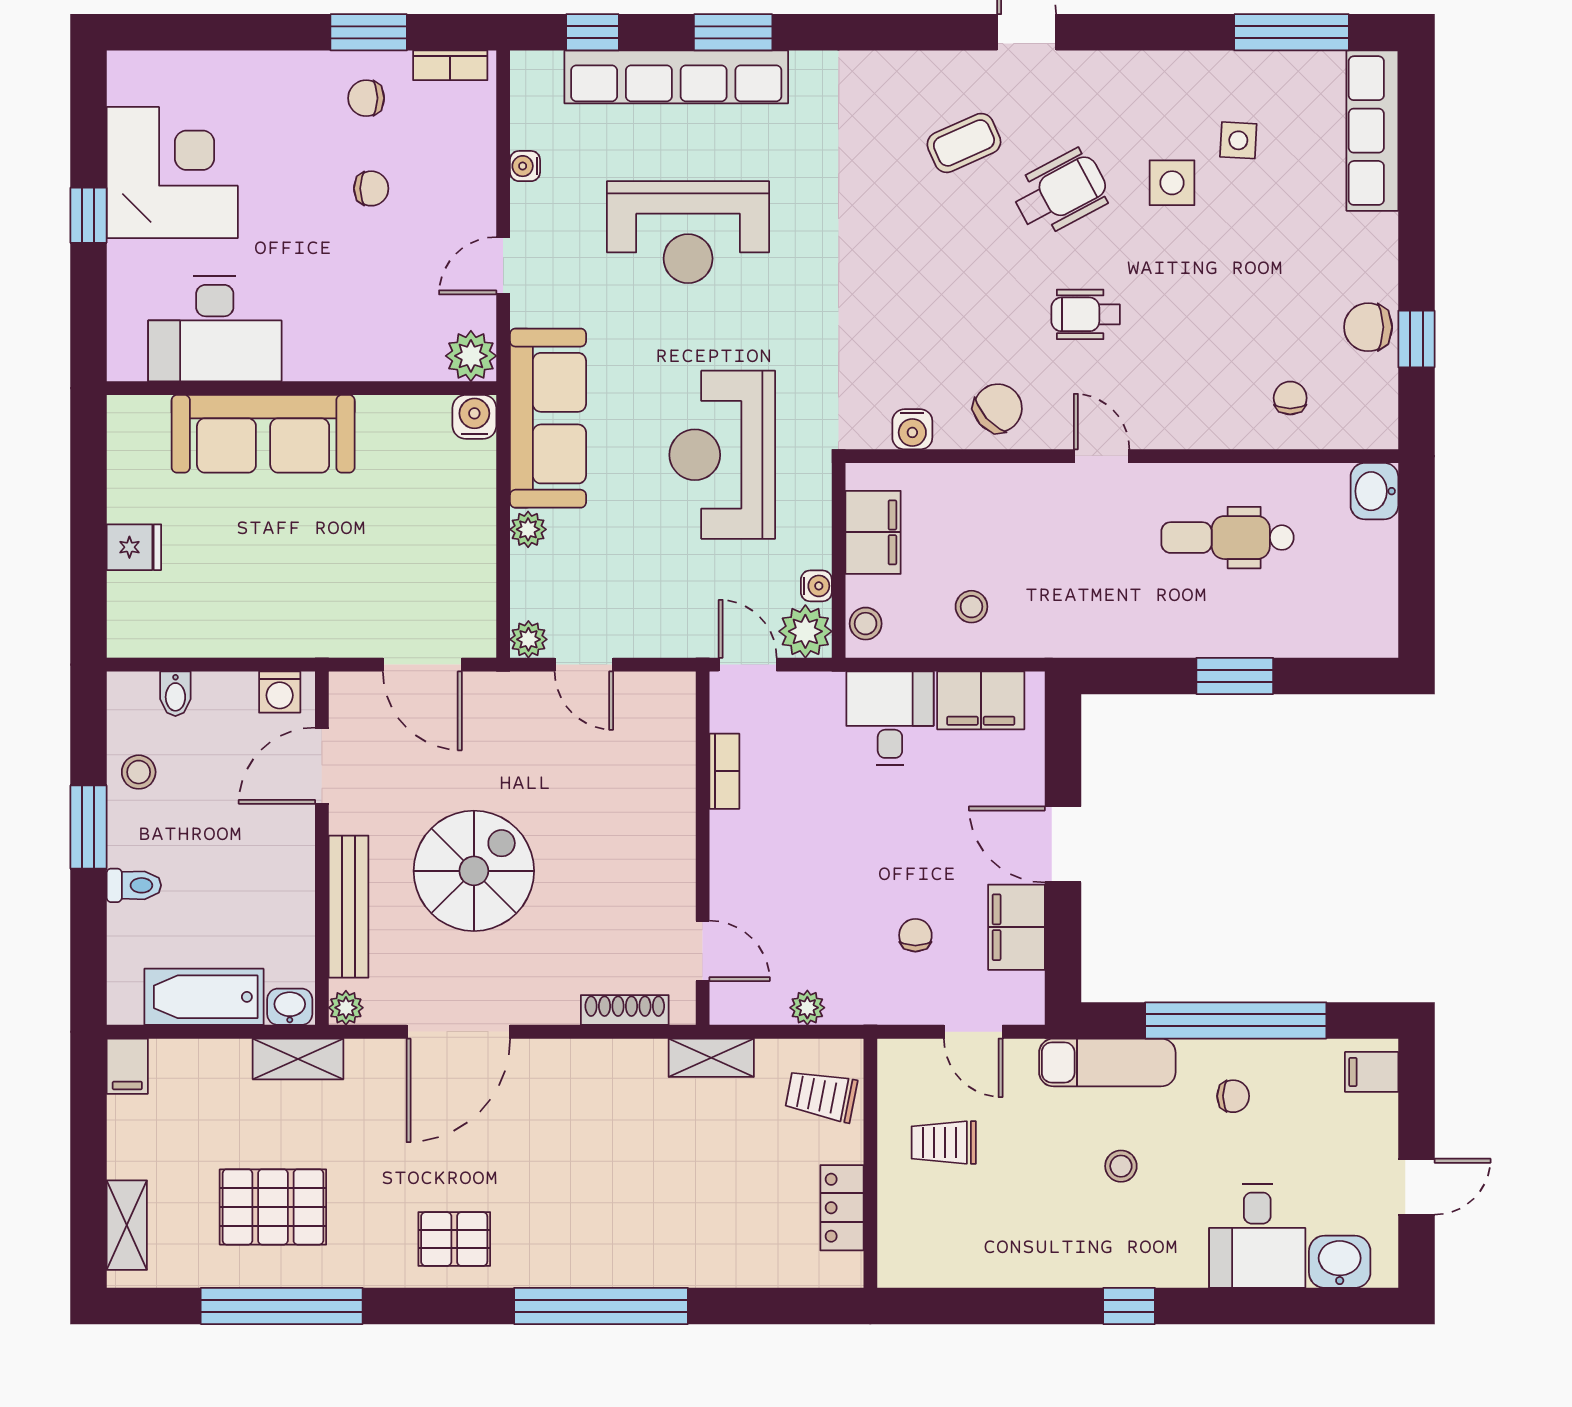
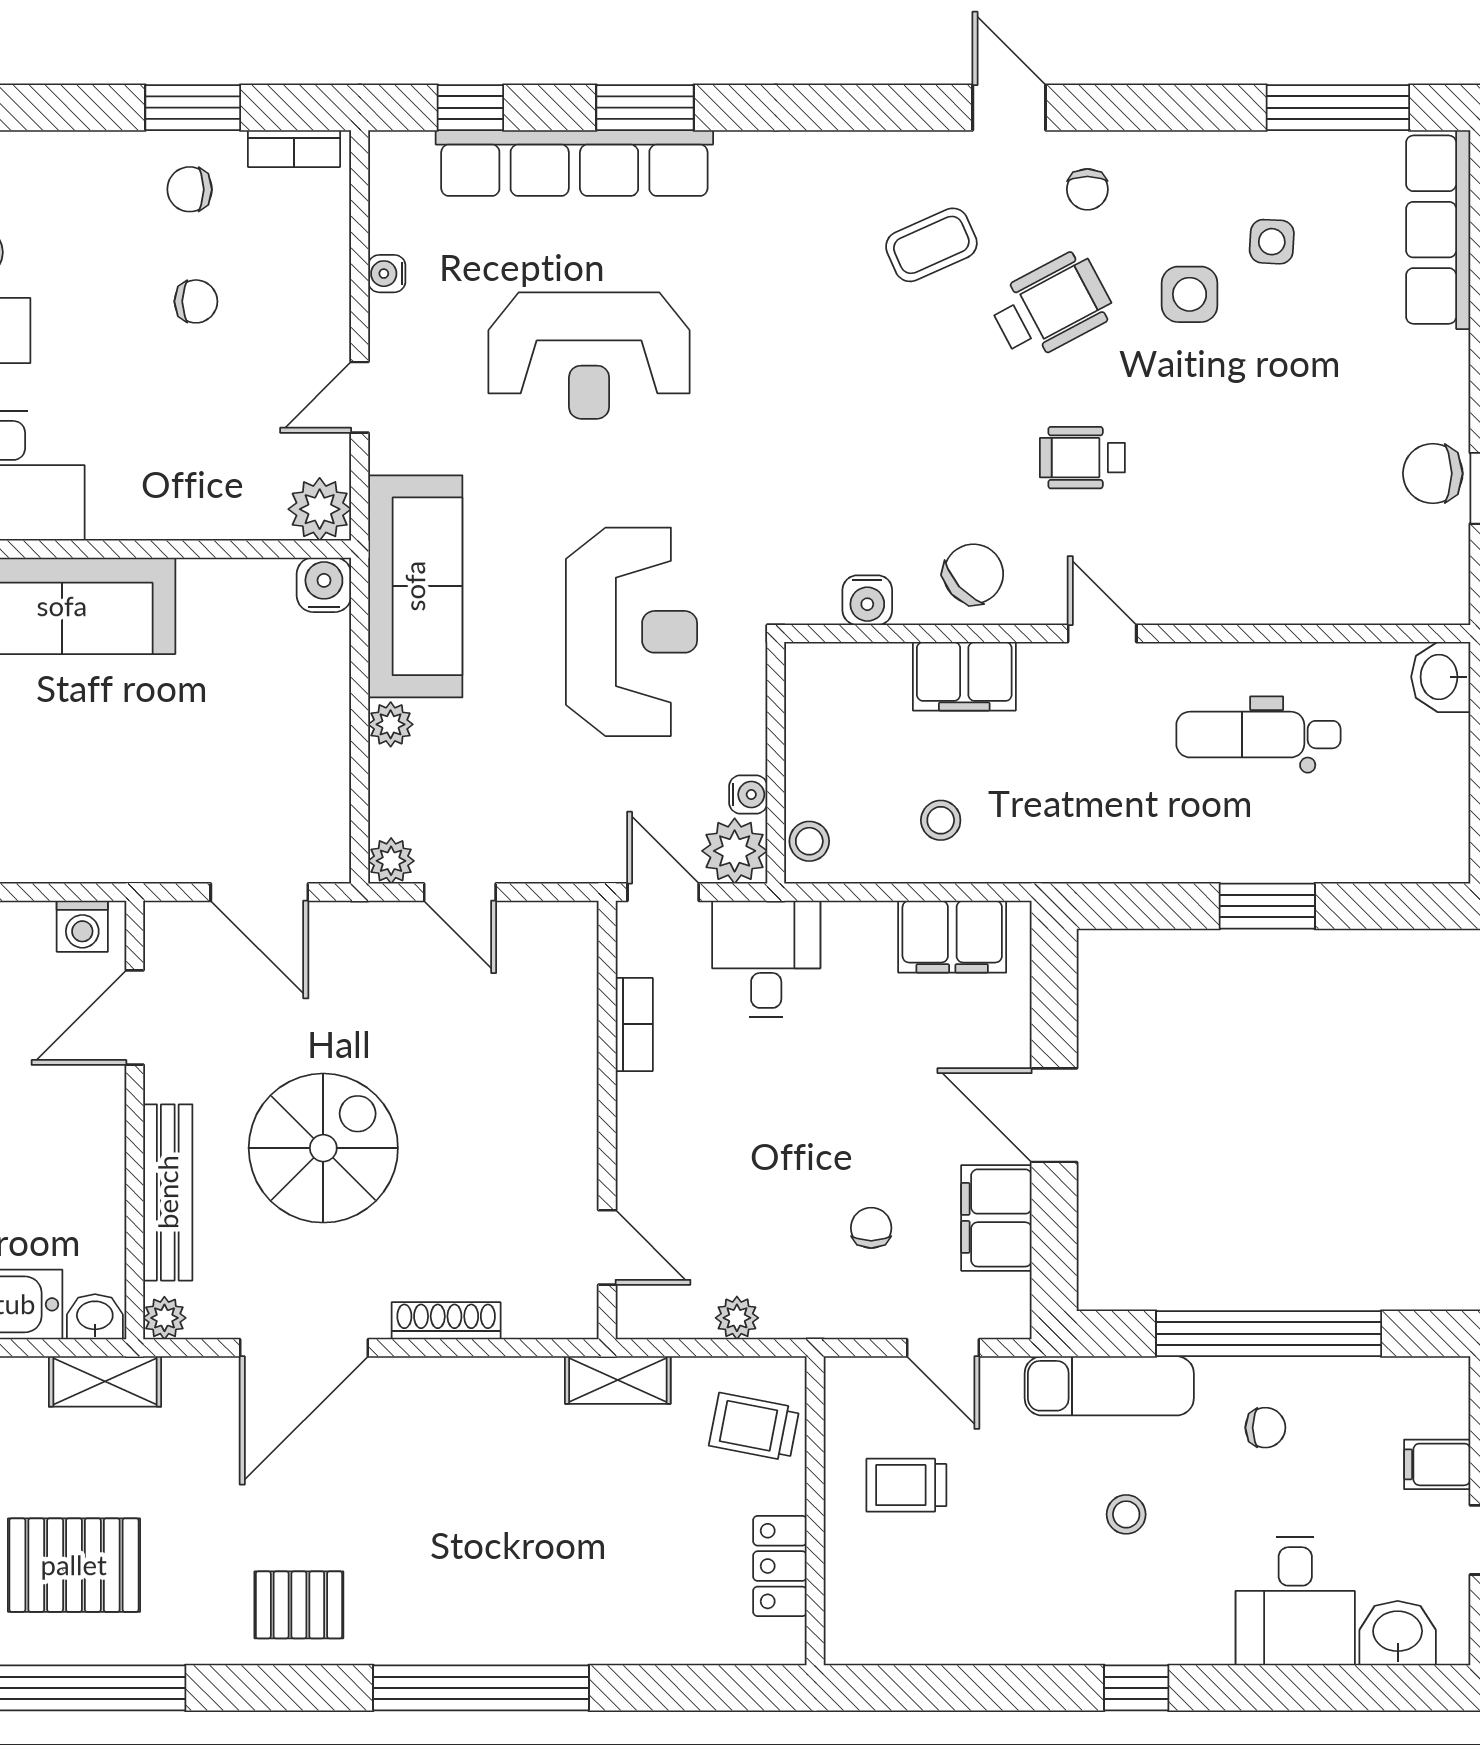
chair: (1290, 398) -> (1087, 189), moved, turned 180
reception desk: (722, 455) -> (632, 632), turned 180
filing cabinet: (873, 532) -> (964, 676), moved, turned 90
desk: (890, 718) -> (766, 959), moved
shoe rack: (625, 1010) -> (446, 1321), moved
filing cabinet: (1372, 1072) -> (1437, 1464), moved

